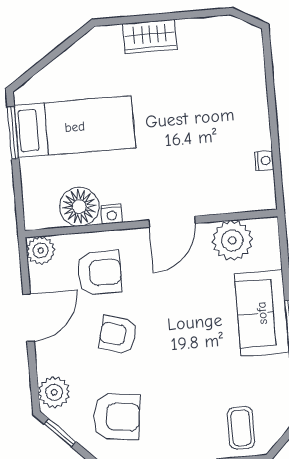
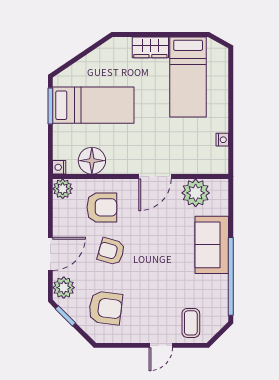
bed: (207, 75) -> (188, 77), added
nightstand: (112, 214) -> (59, 167), moved, turned 90
door: (29, 318) -> (50, 254), moved

